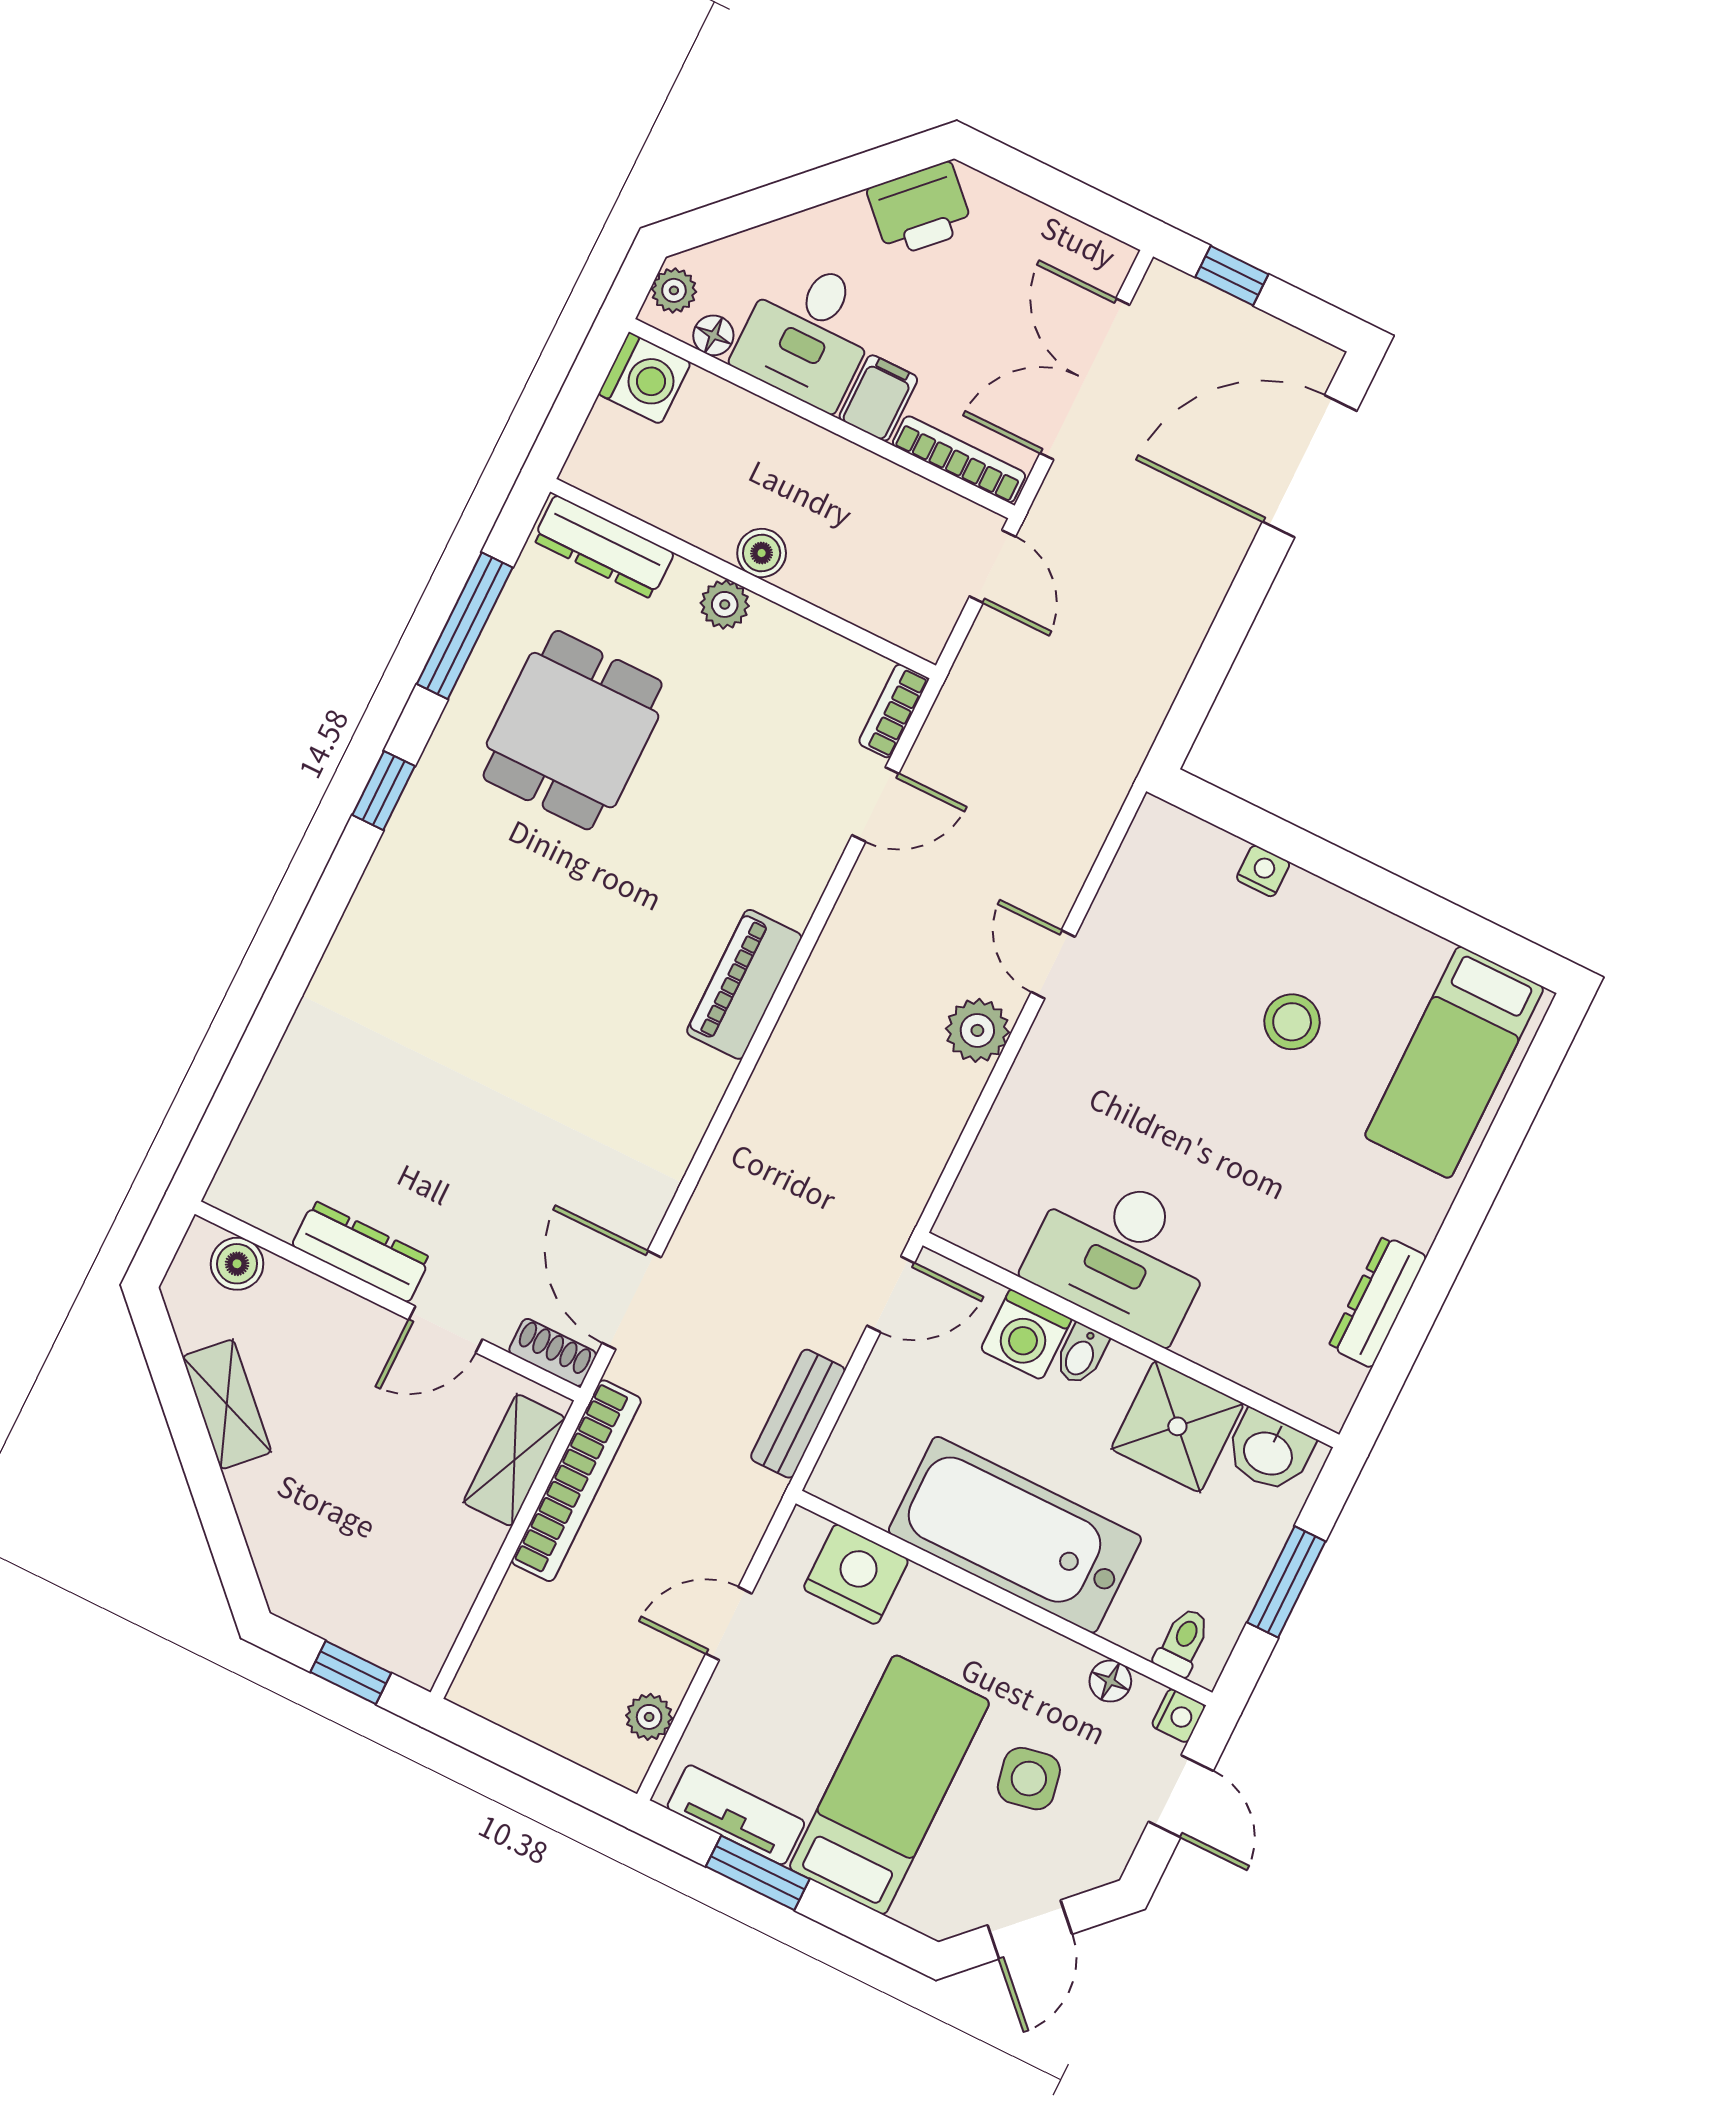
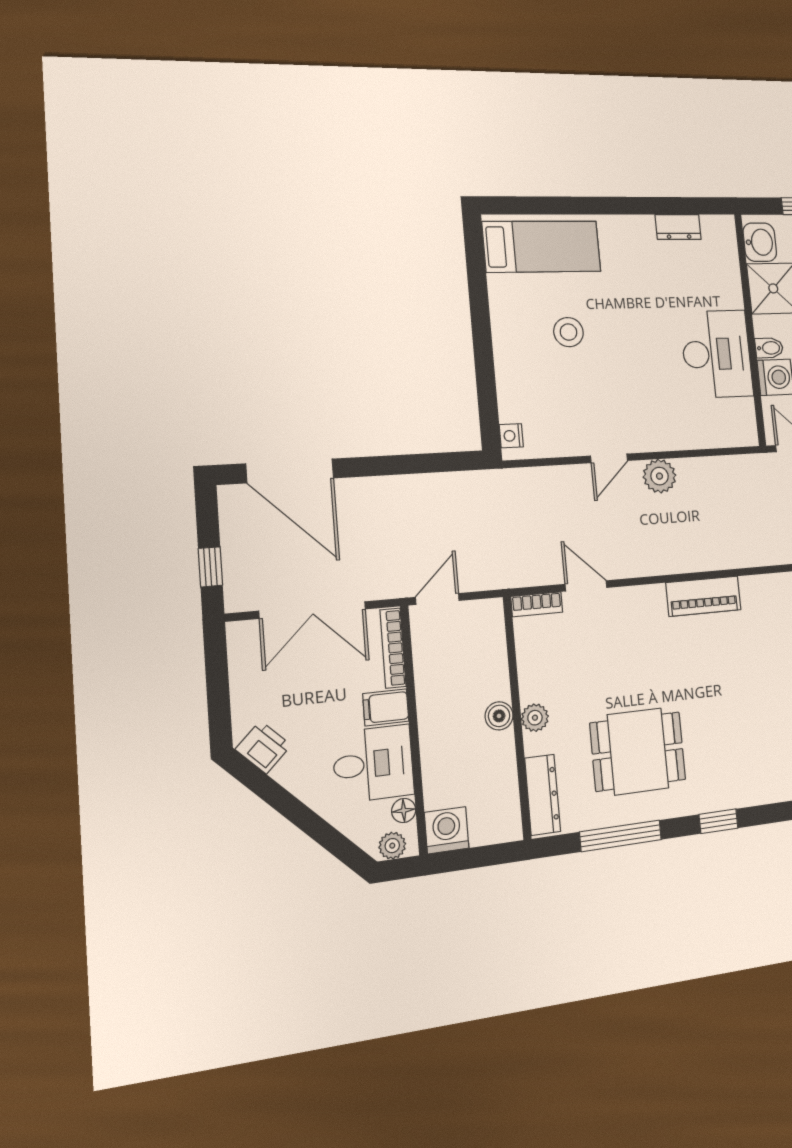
printer: (920, 209) -> (263, 747), width x0.73, depth x0.81
nightstand: (1263, 871) -> (511, 436), moved
dresser: (1378, 1302) -> (678, 227), width x0.70

